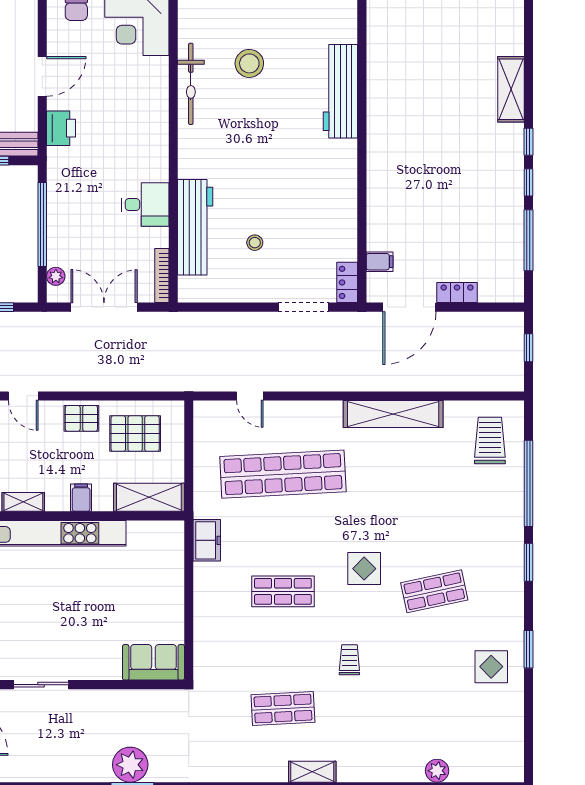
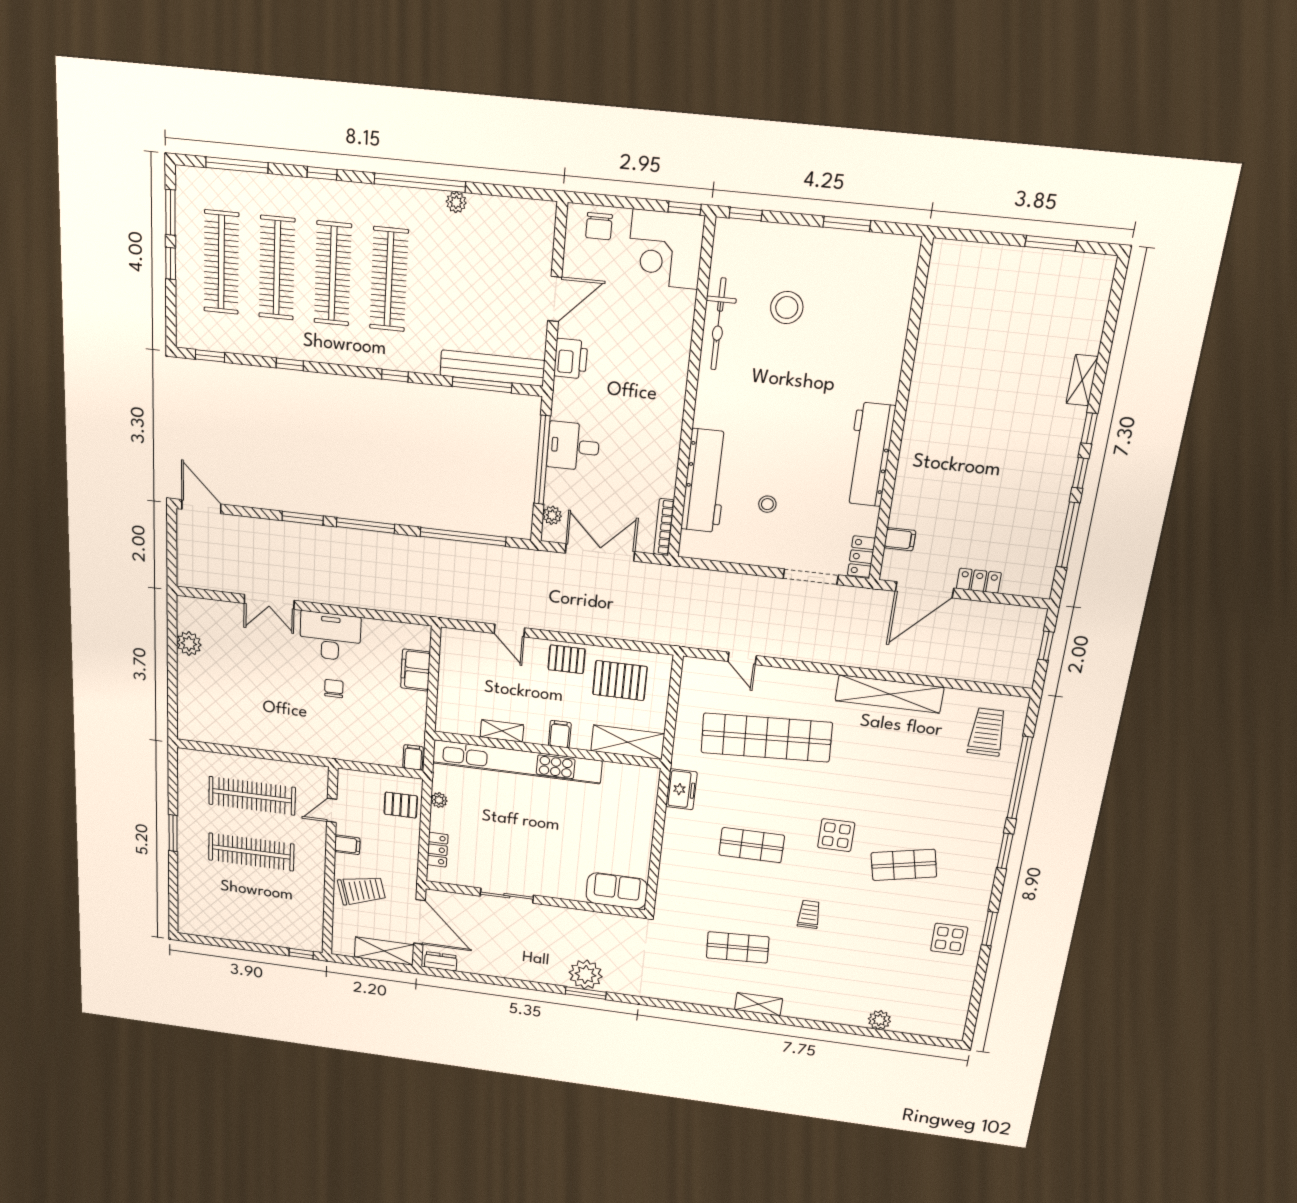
shelving: (511, 89) -> (1082, 380), width x0.67, depth x0.75
workbench: (340, 91) -> (869, 455), moved
desk: (145, 205) -> (573, 446), moved, turned 180

